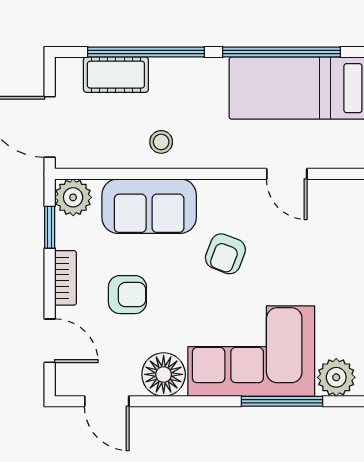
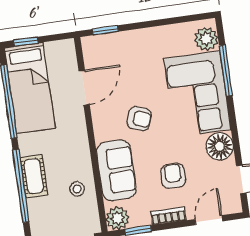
cot: (116, 75) -> (34, 176), moved
stool: (161, 142) -> (77, 189), moved
door: (287, 174) -> (84, 88), width x1.38

